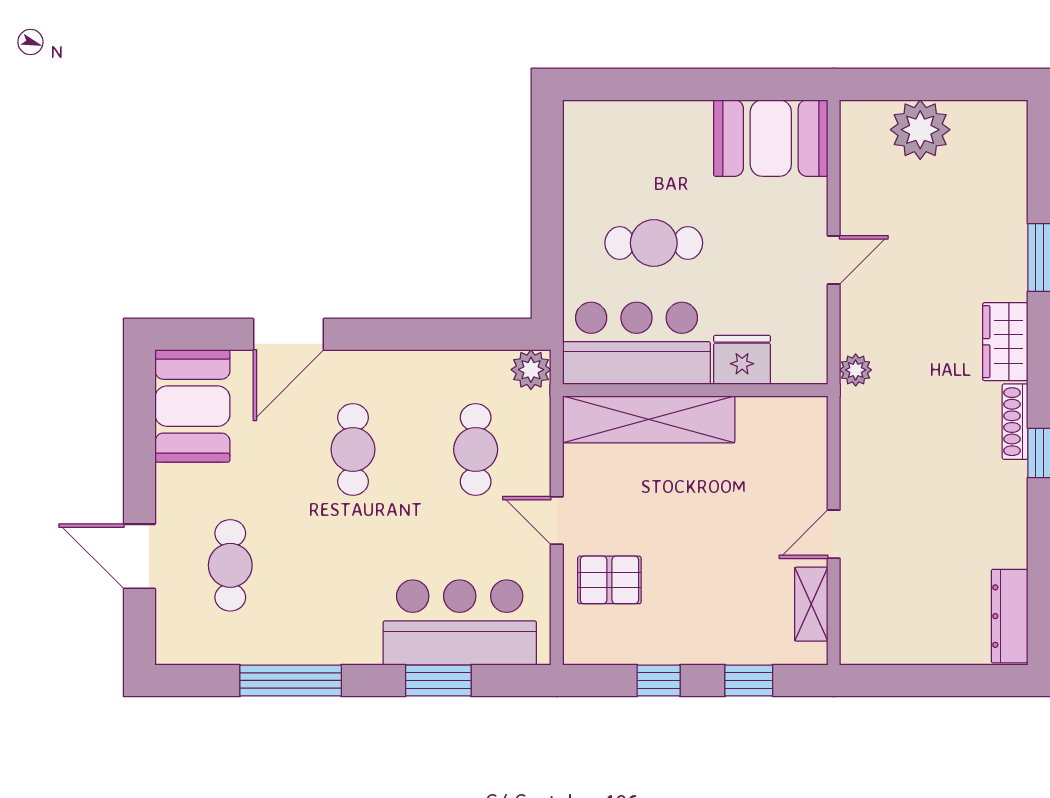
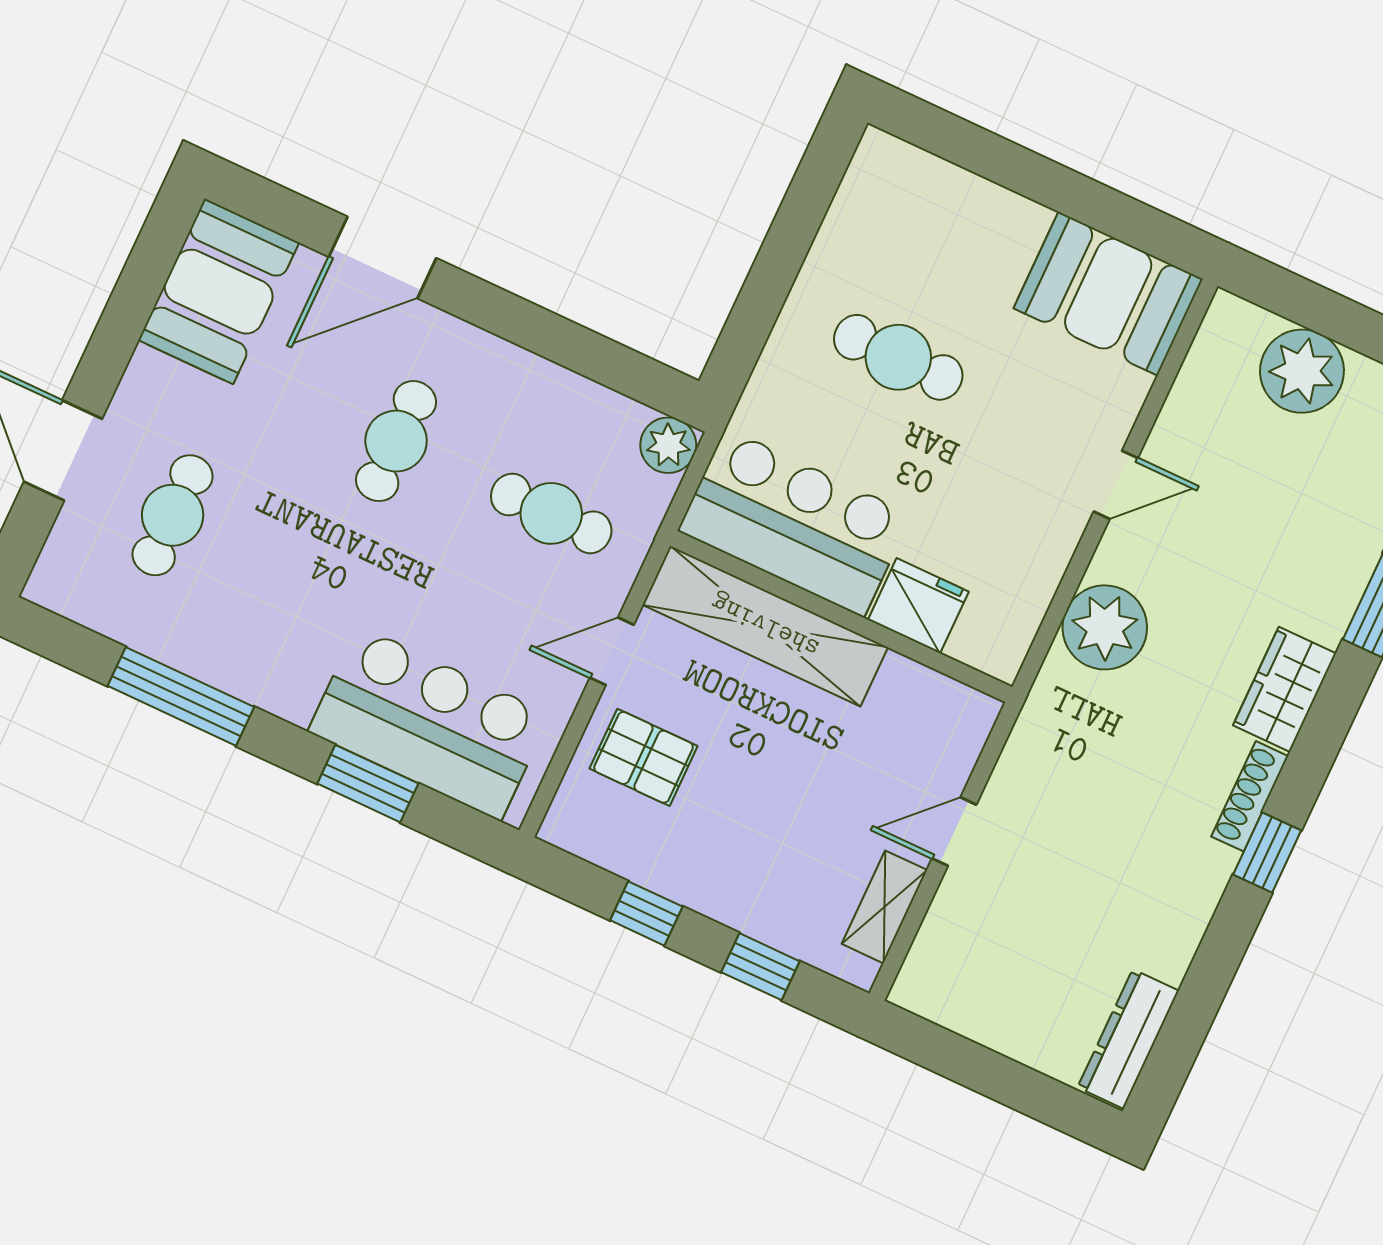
bar counter: (636, 343) -> (795, 523), moved
fridge: (742, 360) -> (918, 606), moved
plant: (856, 370) -> (1105, 627), width x1.88, depth x1.88
wall: (695, 390) -> (841, 616), moved
shelving: (649, 419) -> (765, 626), moved
cafe table: (476, 450) -> (551, 513), turned 90
door: (557, 521) -> (612, 651), hinge flipped

